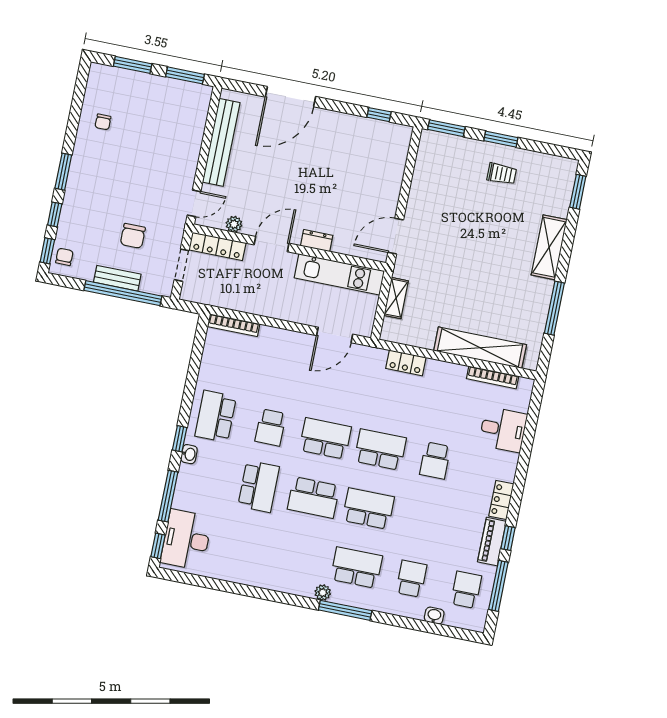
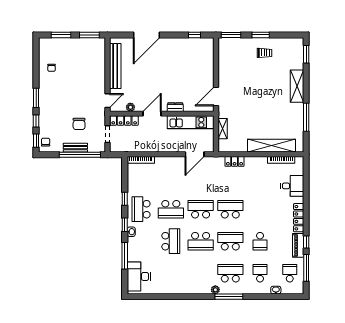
school desk: (270, 427) -> (171, 209), width x1.85
school desk: (435, 461) -> (260, 241), moved
locker: (501, 500) -> (299, 218), width x1.53
window: (158, 546) -> (125, 199), moved

